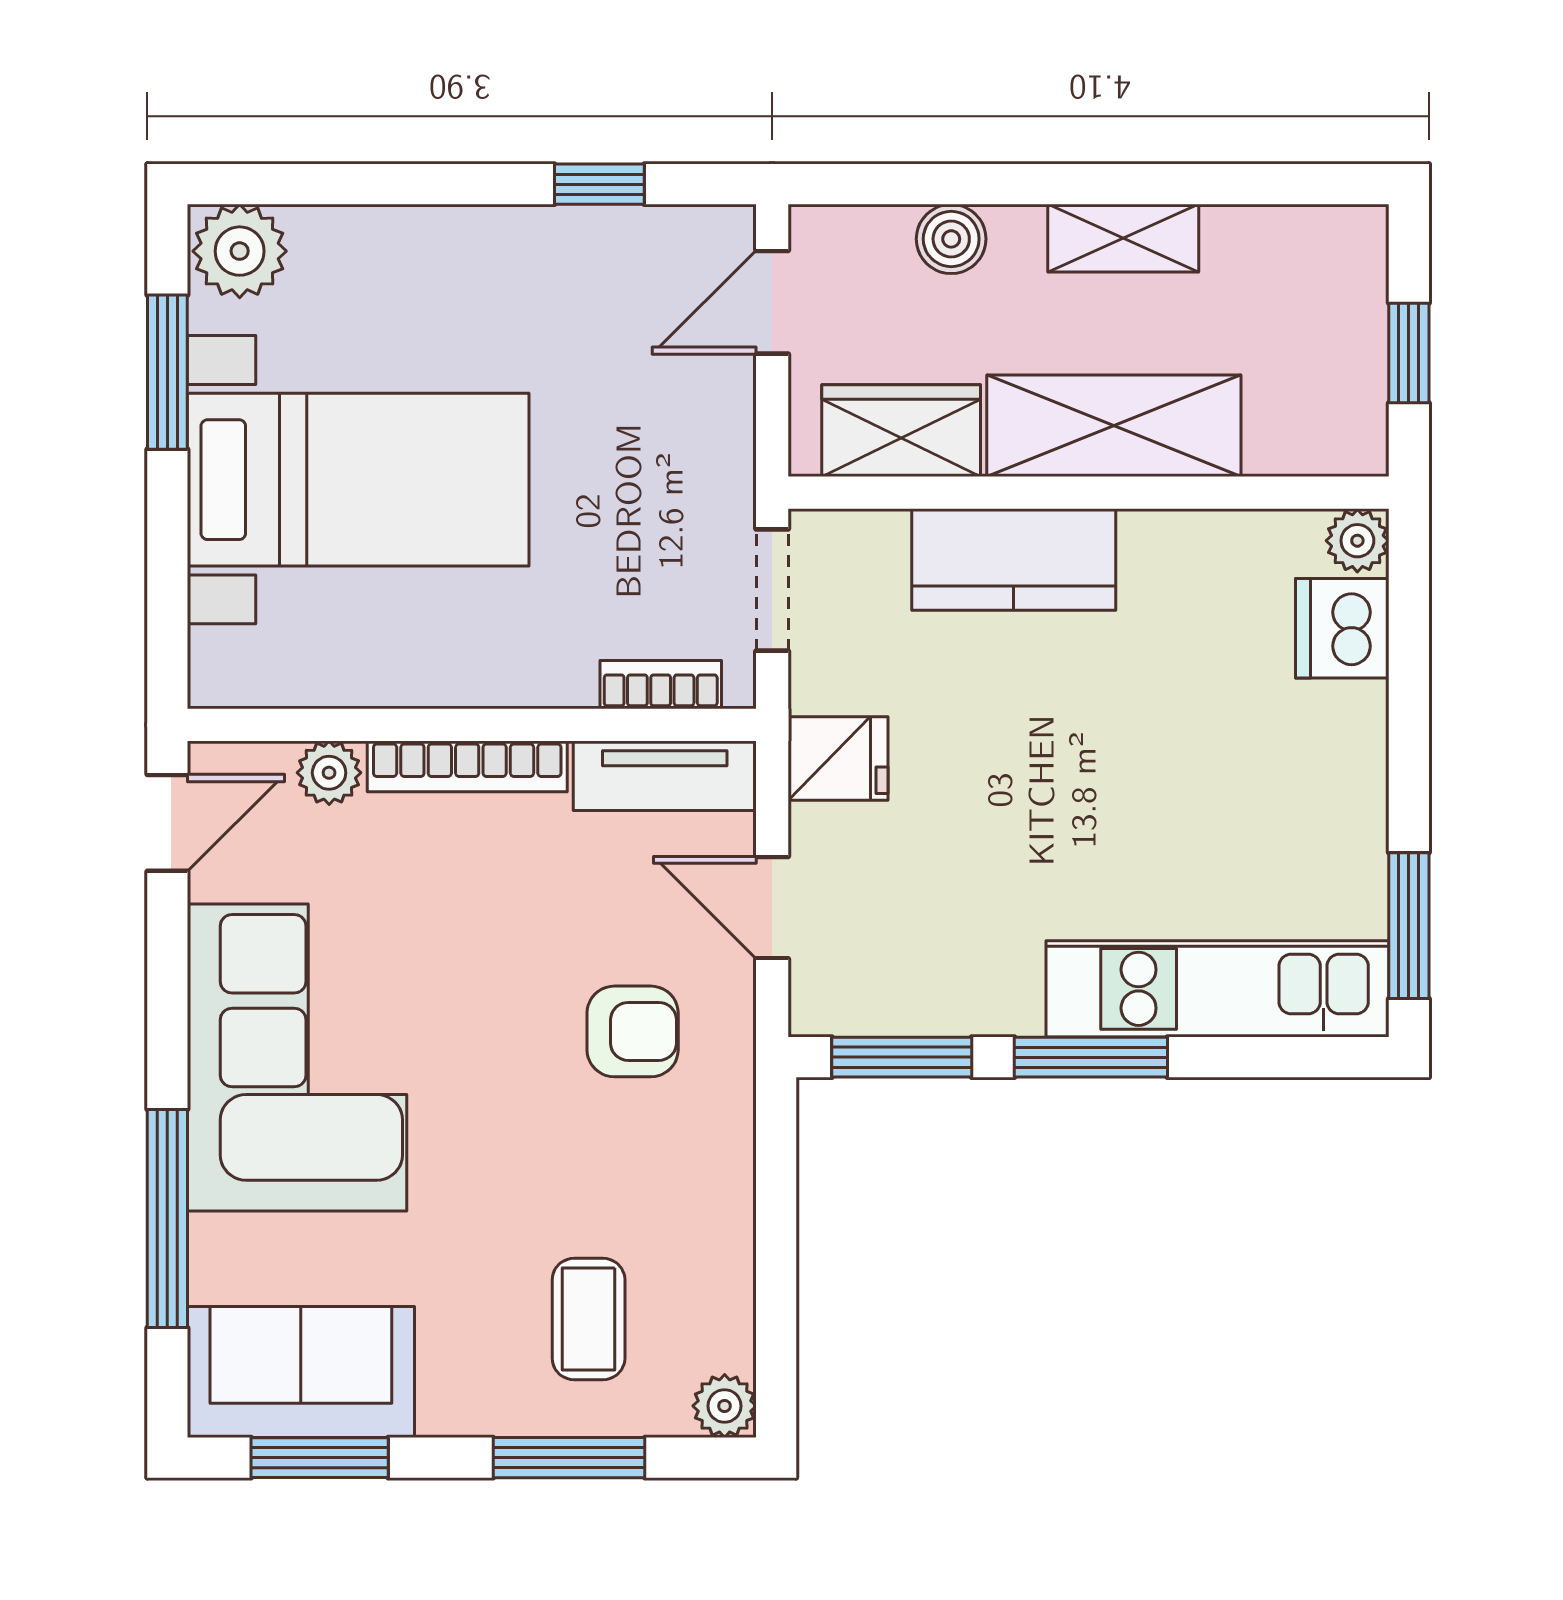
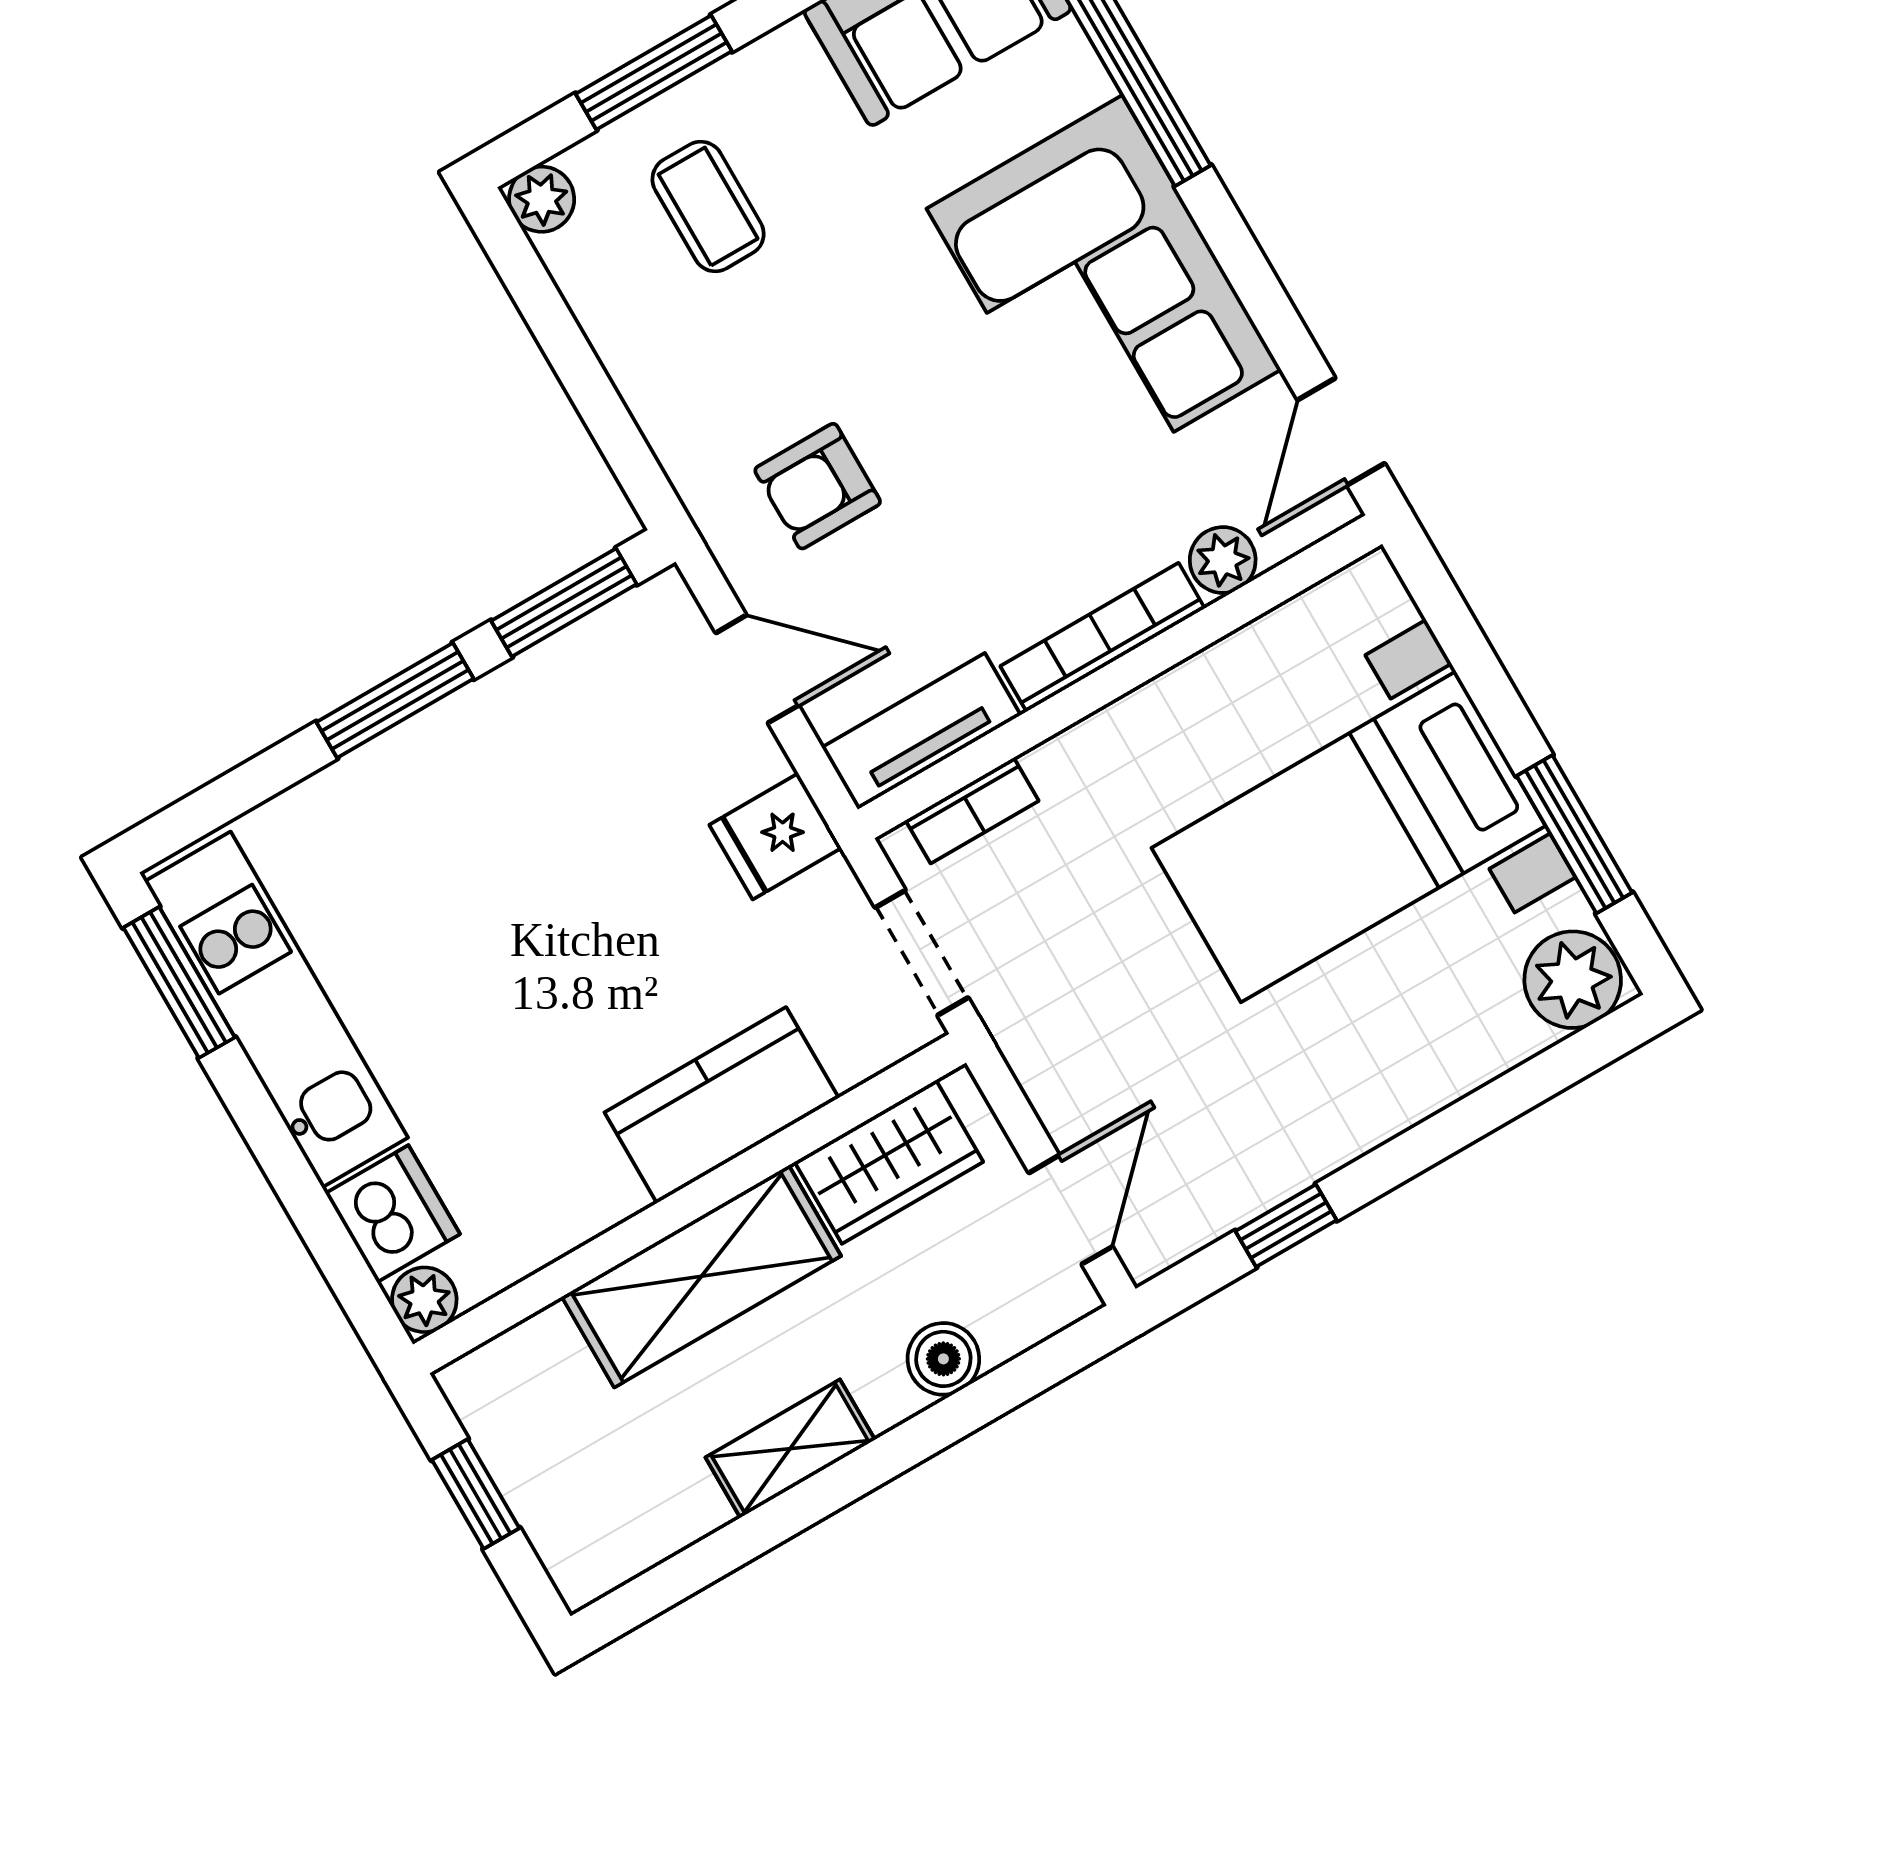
kitchen unit: (1217, 989) -> (276, 1010), moved, turned -90

